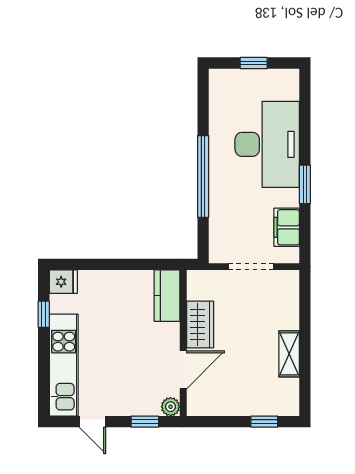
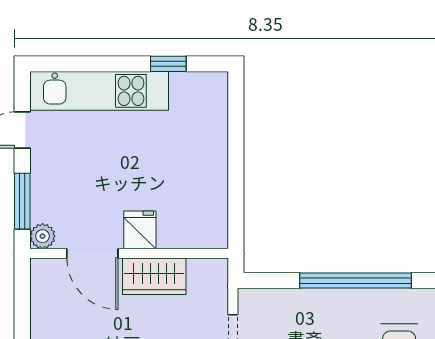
fridge: (63, 282) -> (140, 230), moved, turned 180
kitchen counter: (167, 296) -> (193, 231), removed
window: (145, 422) -> (22, 201), width x1.50

